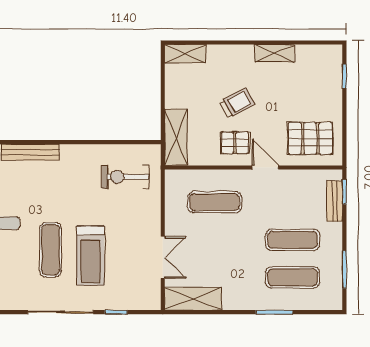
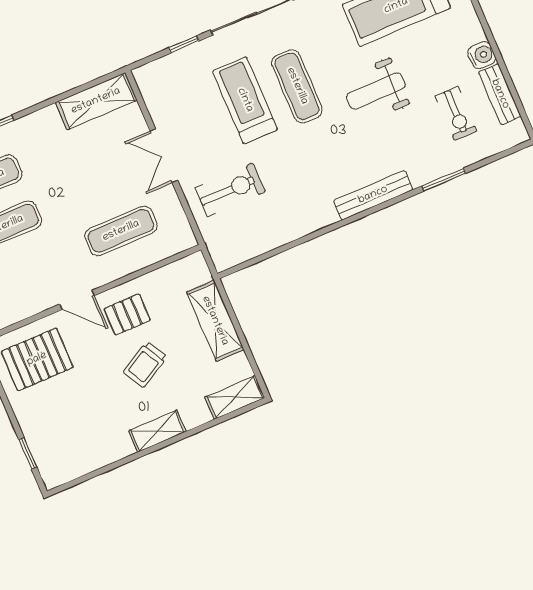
shelving: (274, 53) -> (157, 431), moved
shelving: (176, 137) -> (215, 321), moved
exercise bike: (126, 177) -> (230, 190), moved
double door: (163, 257) -> (164, 156), moved

